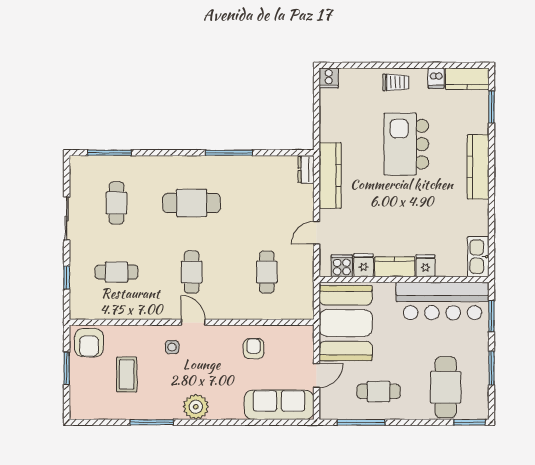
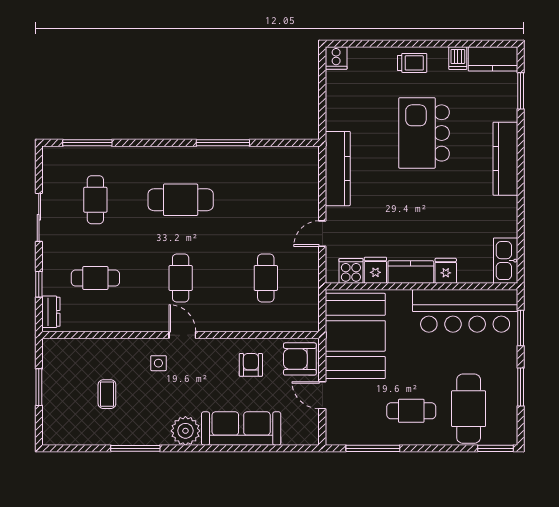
dresser: (306, 169) -> (51, 312), moved, turned 180
armchair: (89, 343) -> (300, 359), moved, turned 90
coffee table: (127, 374) -> (107, 394), width x0.73, depth x0.77
door: (317, 375) -> (322, 395), swing flipped
cafe table: (379, 391) -> (411, 411), moved
sofa: (279, 405) -> (241, 429), moved

